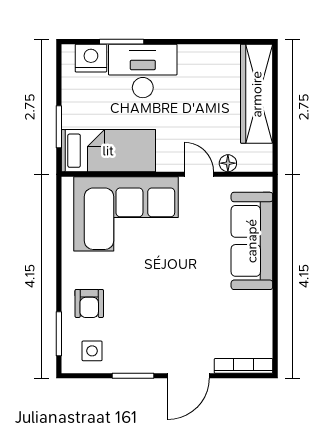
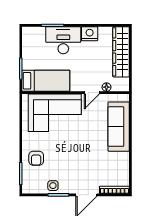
nightstand: (91, 58) -> (90, 34), moved
door: (199, 174) -> (92, 93), swing flipped
side table: (92, 351) -> (53, 186), moved

